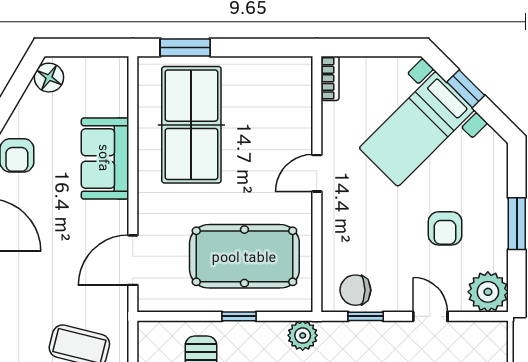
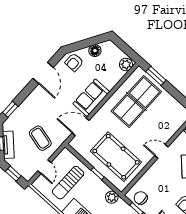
plant: (113, 75) -> (126, 64), added
floor lamp: (49, 78) -> (95, 51), moved
sofa: (105, 158) -> (91, 98), moved

